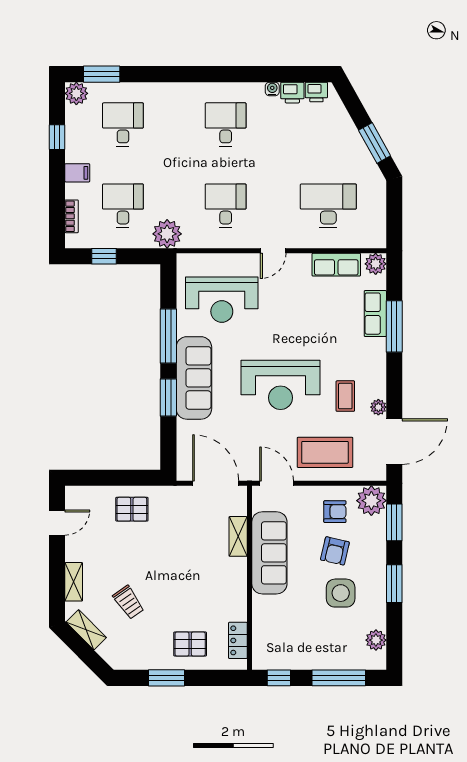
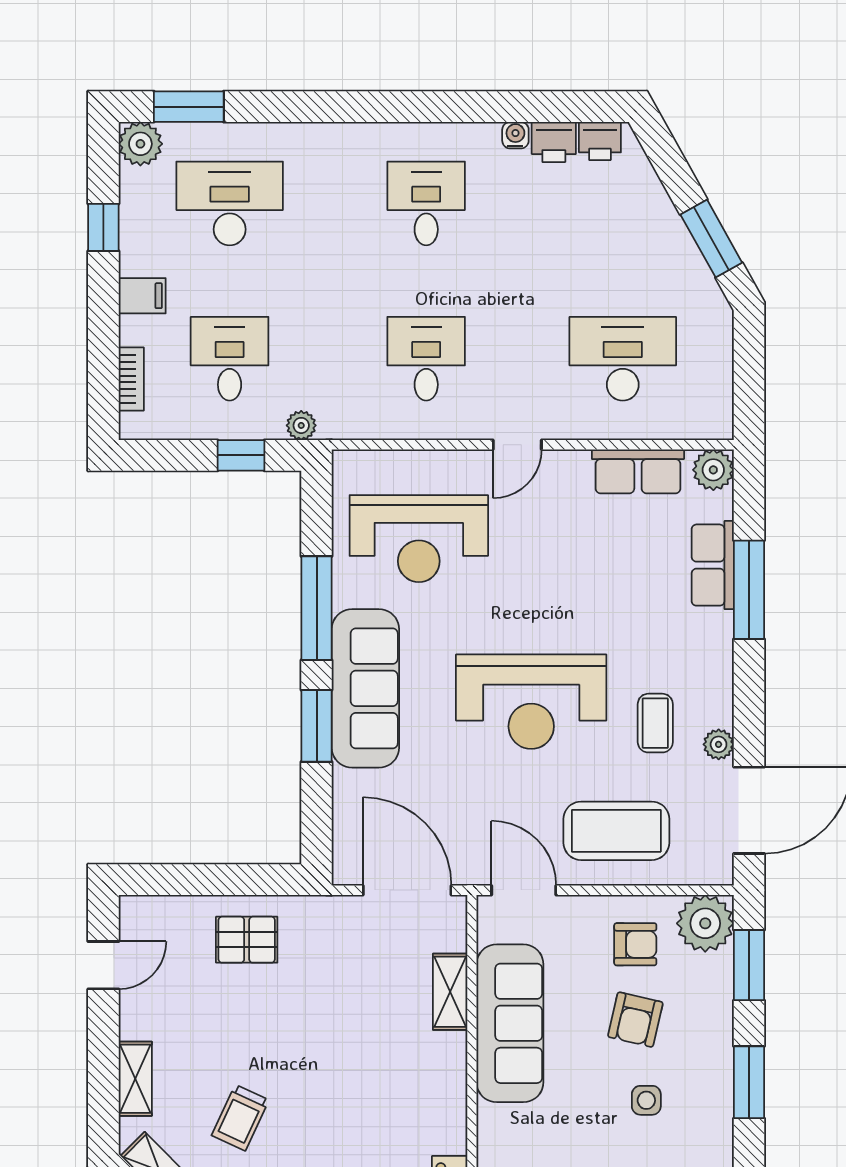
desk: (123, 125) -> (230, 203), width x1.37
plant: (167, 234) -> (301, 425), width x0.53, depth x0.53
window: (104, 256) -> (241, 455), moved
side table: (341, 593) -> (646, 1100), width x0.54, depth x0.54
trolley: (129, 602) -> (240, 1118), turned 60

